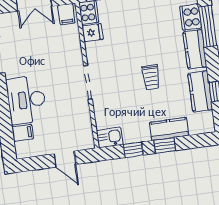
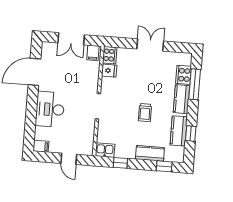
filing cabinet: (23, 133) -> (41, 146), moved
window: (165, 145) -> (164, 166), moved

